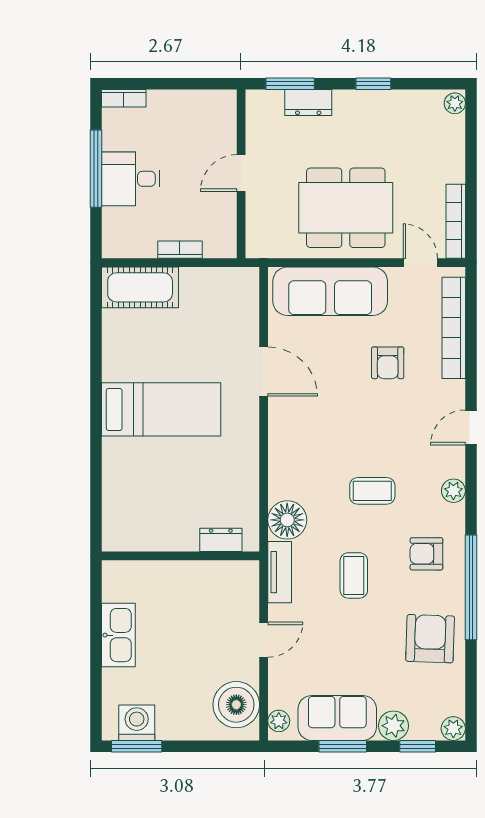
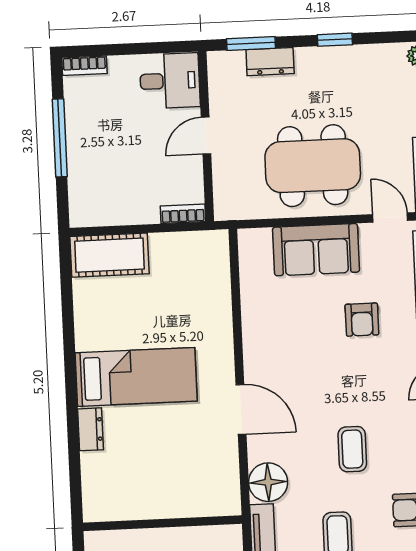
desk: (131, 179) -> (170, 81), moved, turned 180
bookcase: (180, 250) -> (183, 214), moved
sofa: (330, 291) -> (316, 250), width x0.73
door: (264, 372) -> (241, 409), moved
coffee table: (372, 491) -> (352, 449), turned 90
dresser: (221, 540) -> (91, 429), moved, turned 90

